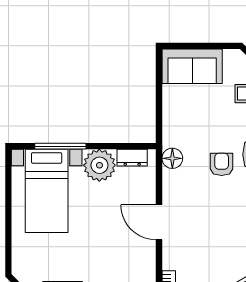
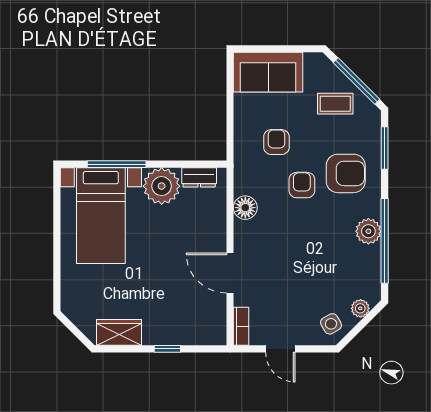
armchair: (199, 127) -> (276, 142), added
floor lamp: (172, 158) -> (245, 208), moved
door: (159, 222) -> (230, 273), moved

